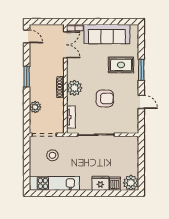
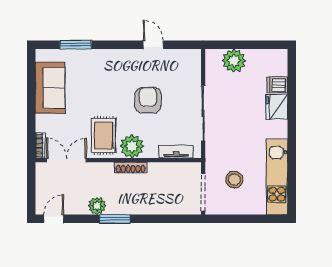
sofa: (107, 34) -> (50, 88), width x0.73
rug: (121, 65) -> (104, 135), moved
window: (141, 70) -> (76, 45), moved
door: (141, 102) -> (153, 45), hinge flipped
plant: (35, 107) -> (97, 206), moved
plant: (131, 183) -> (234, 61), moved

